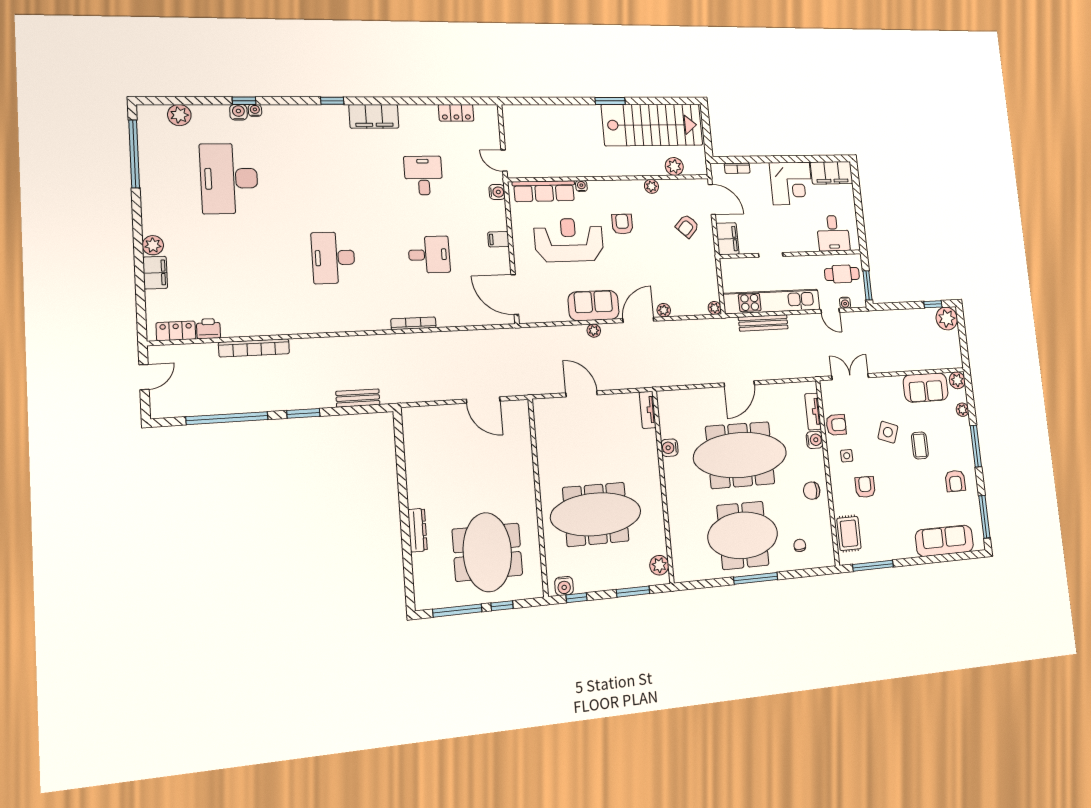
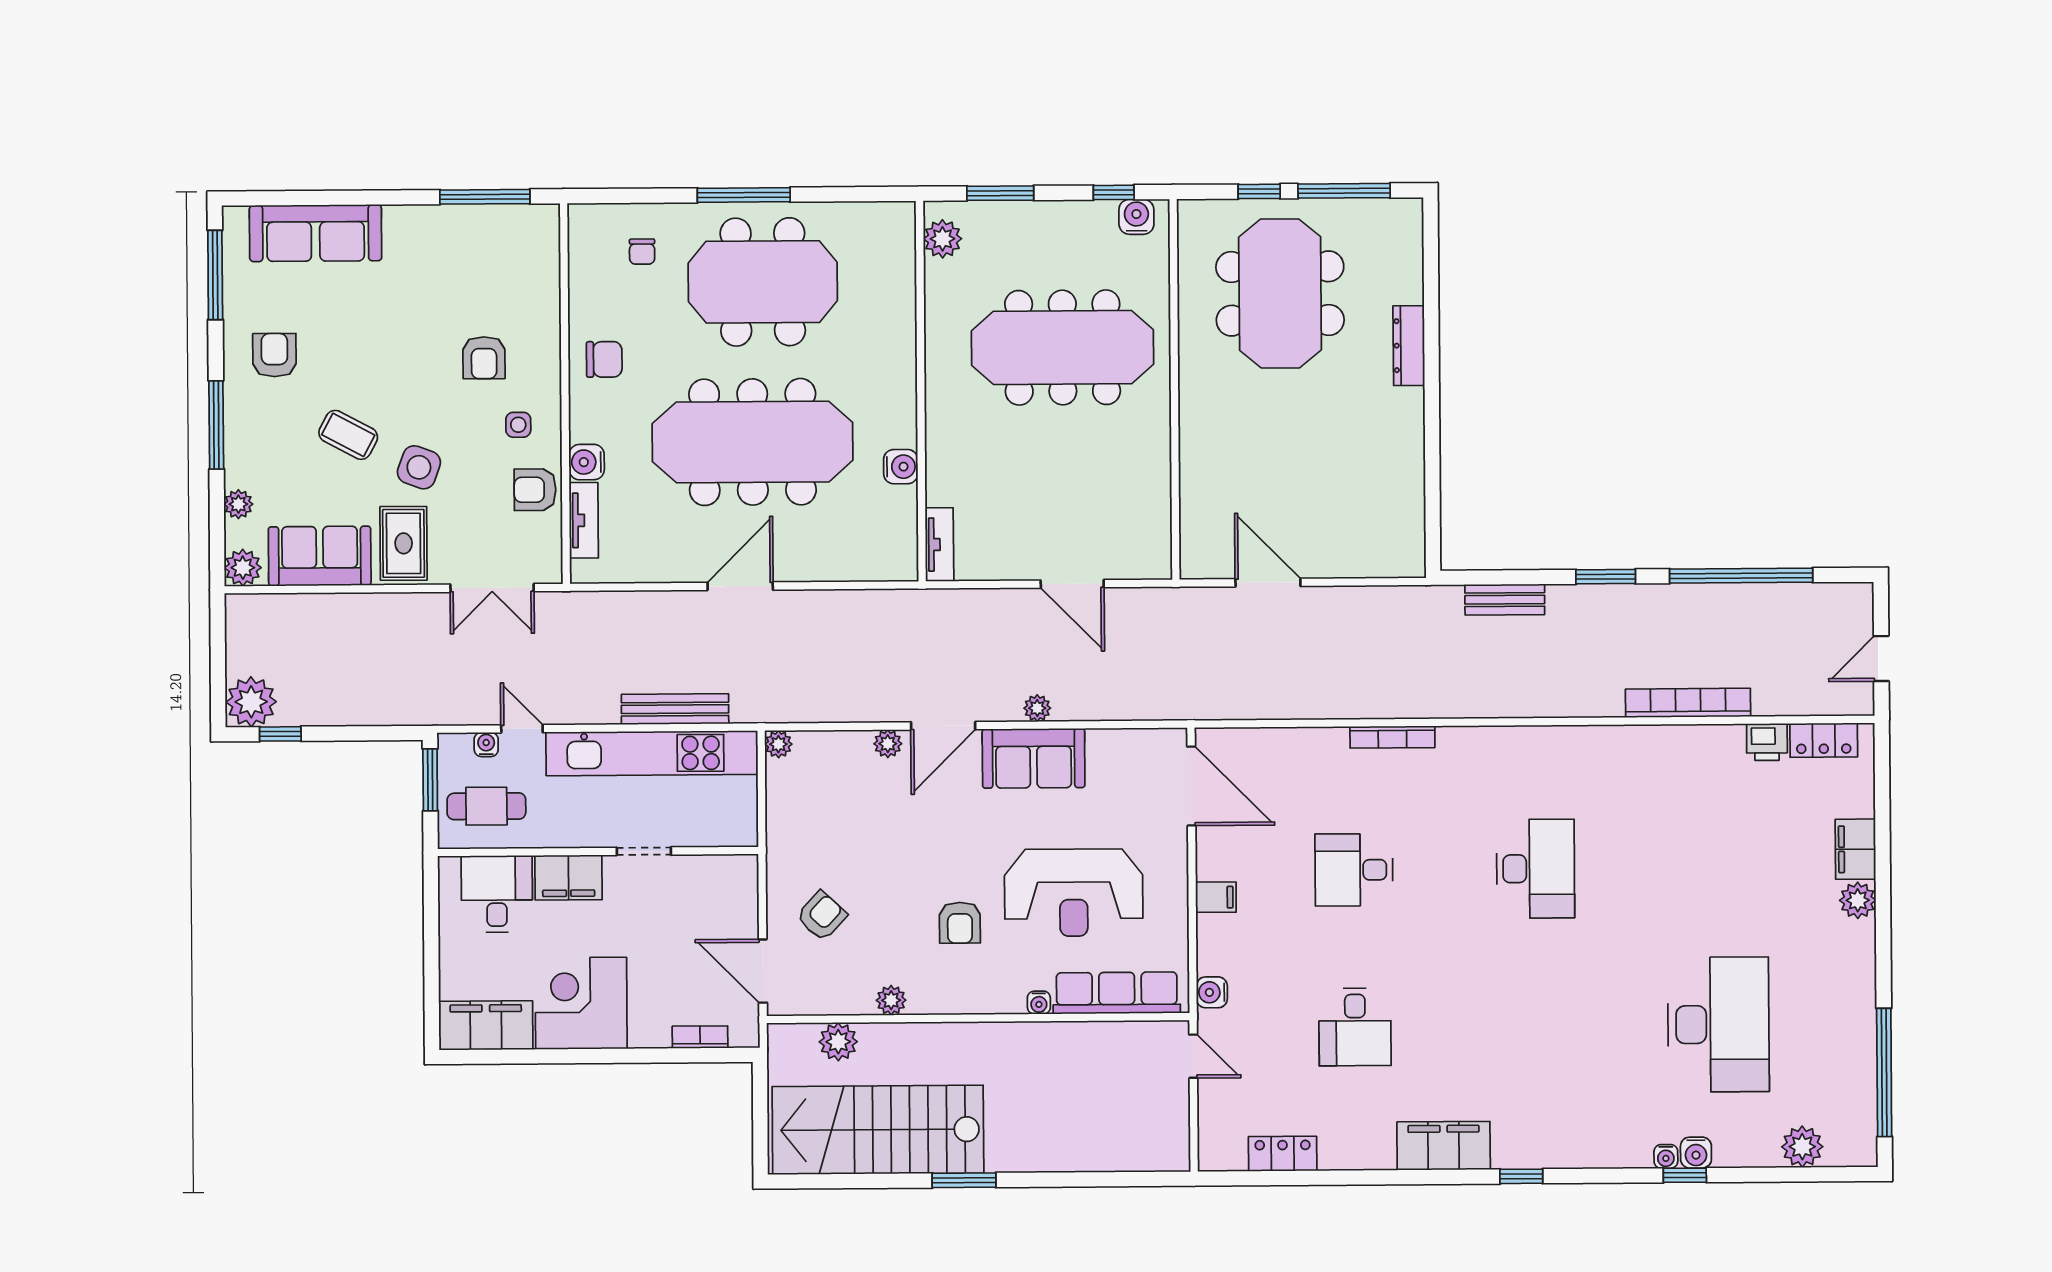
filing cabinet: (727, 239) -> (569, 878), moved, turned -90
coffee table: (920, 445) -> (348, 435), turned -62
rug: (849, 533) -> (404, 543), moved

